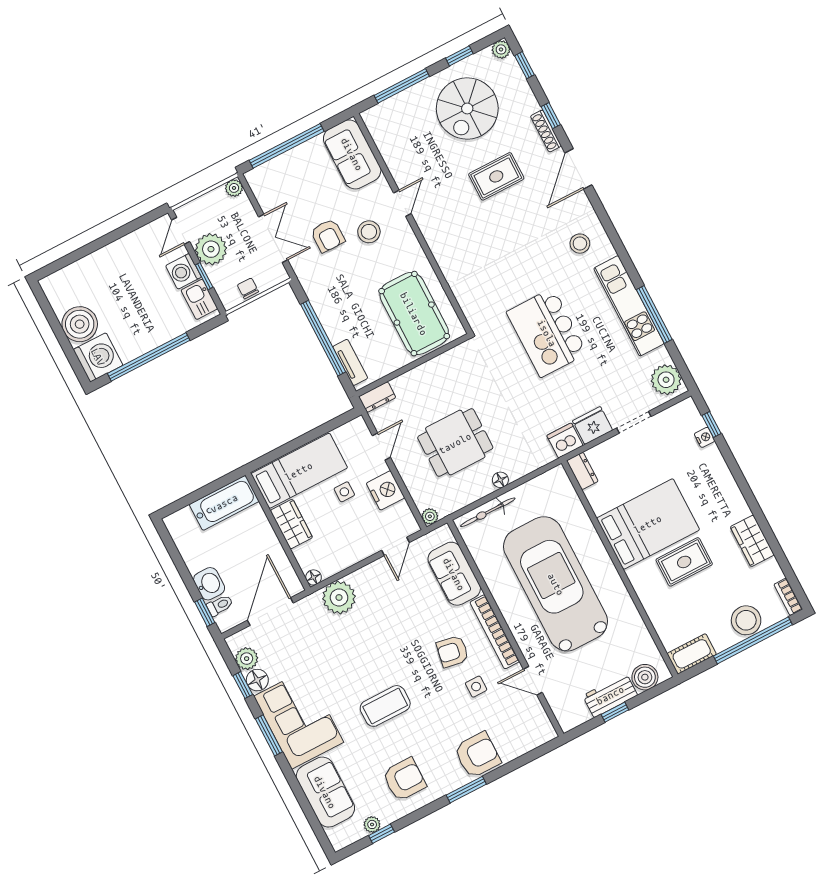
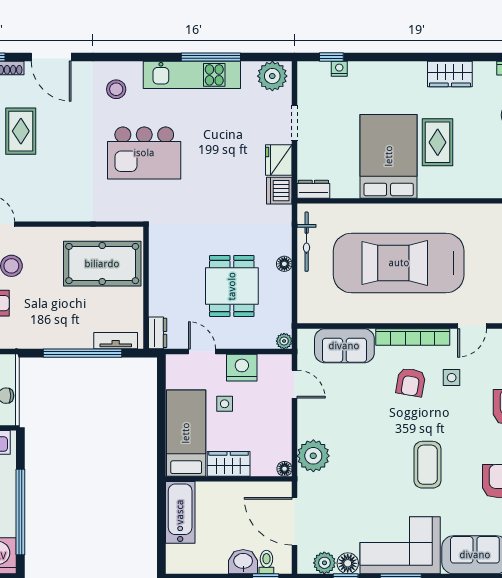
kitchen island: (547, 333) -> (144, 153), moved
bicycle: (488, 512) -> (307, 242), moved

